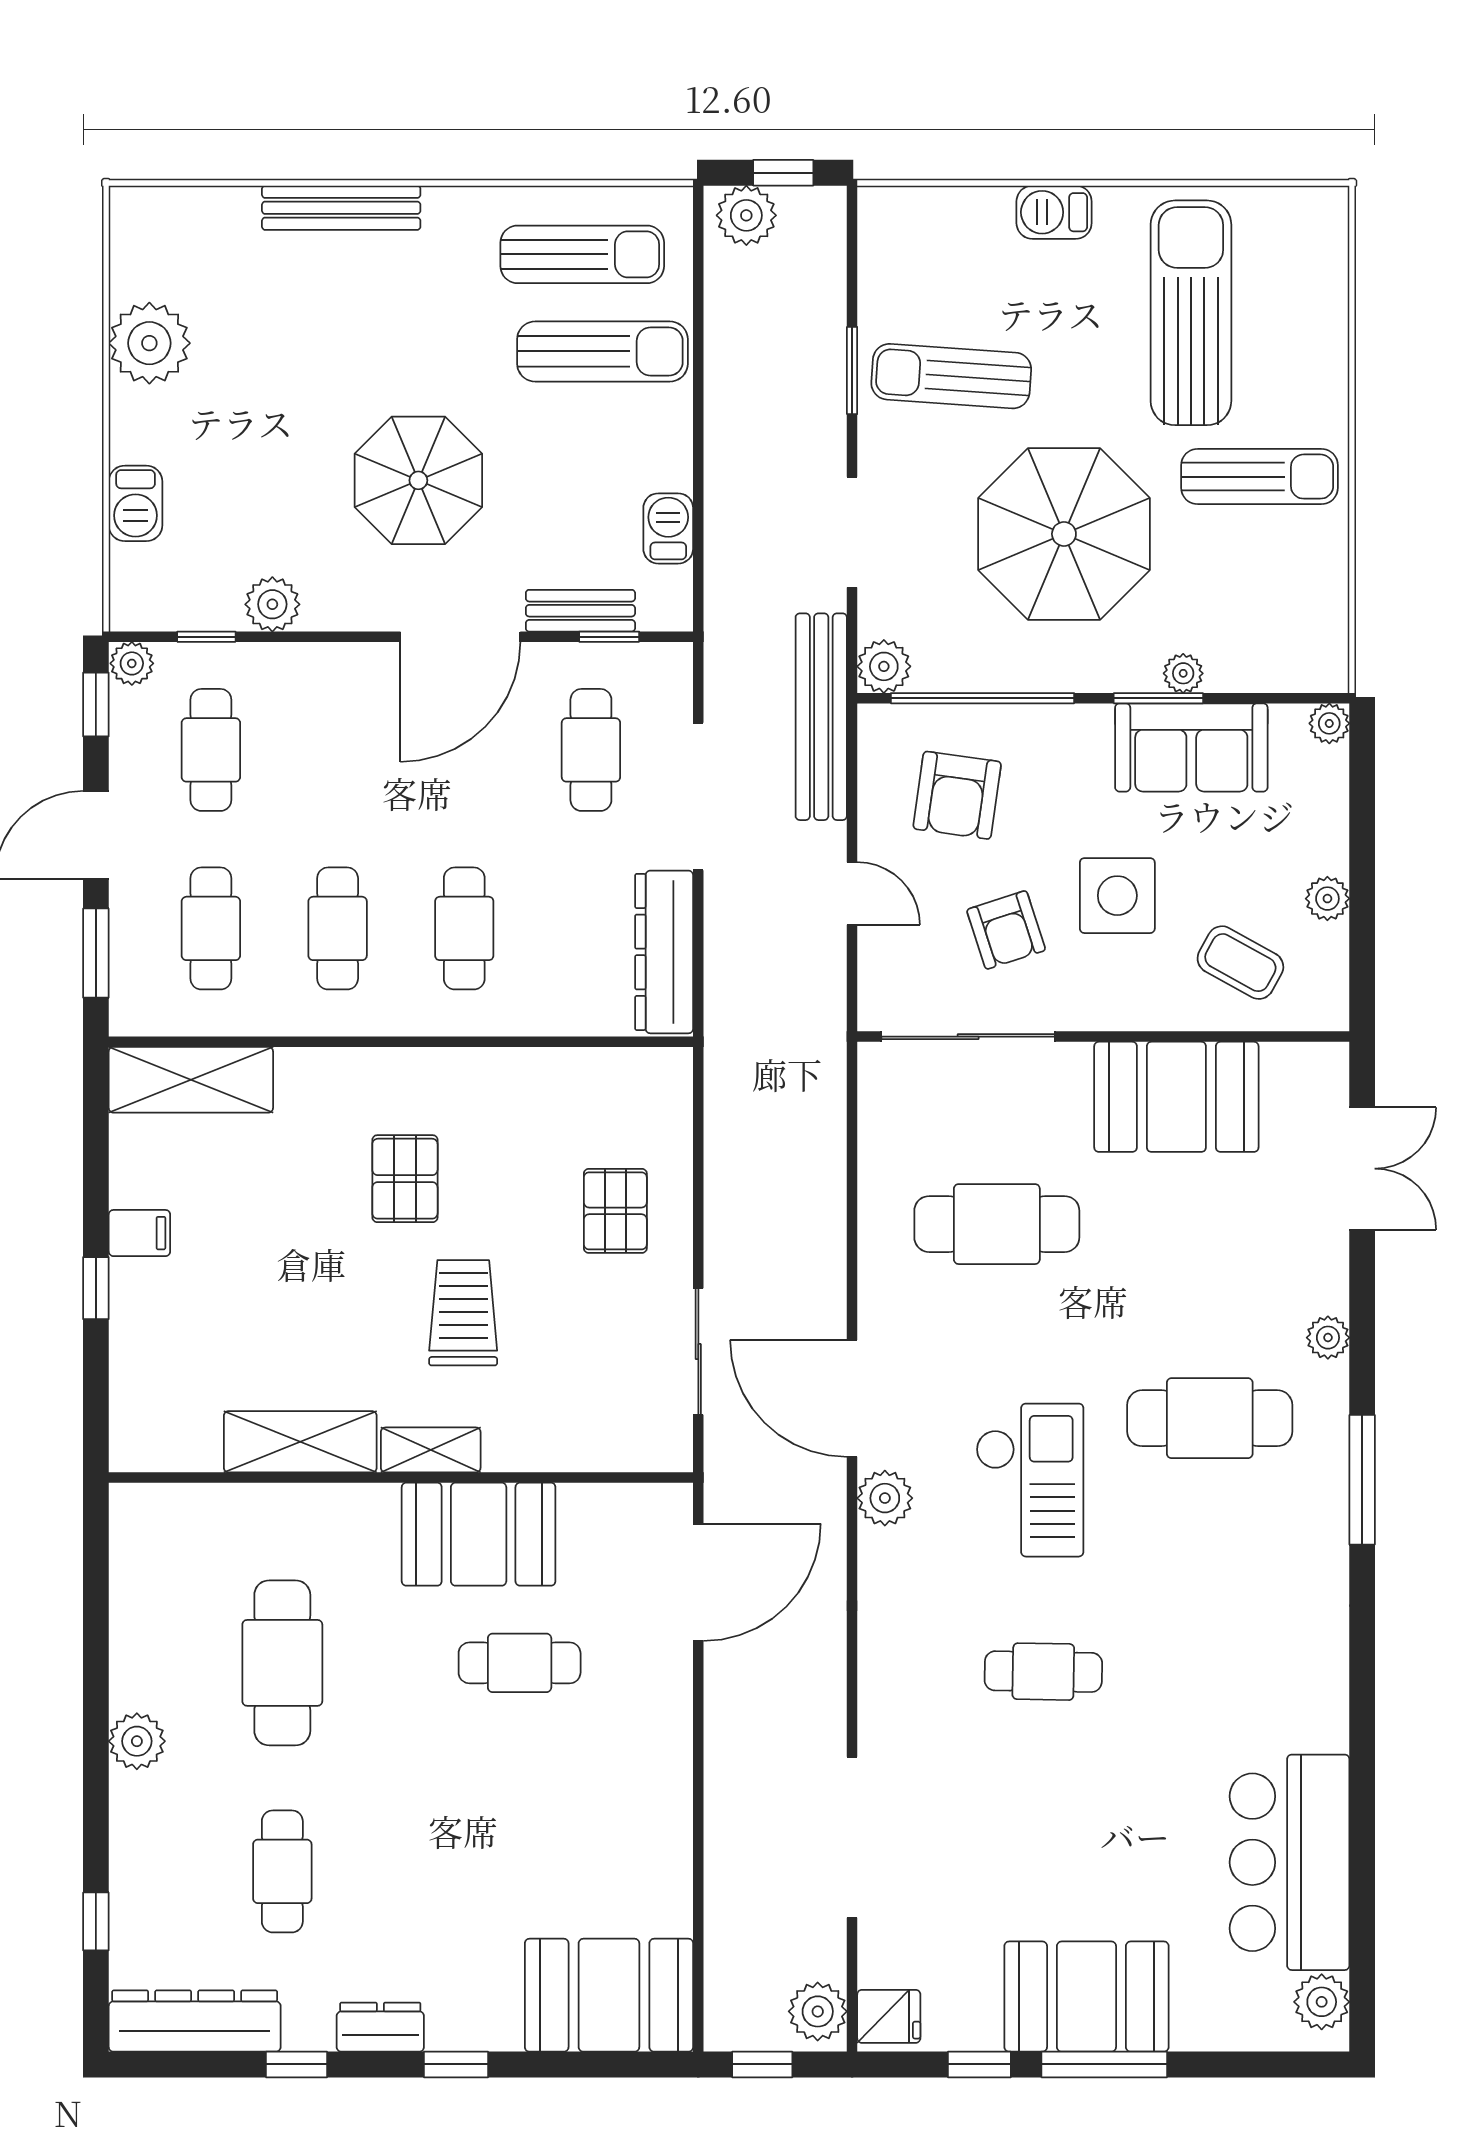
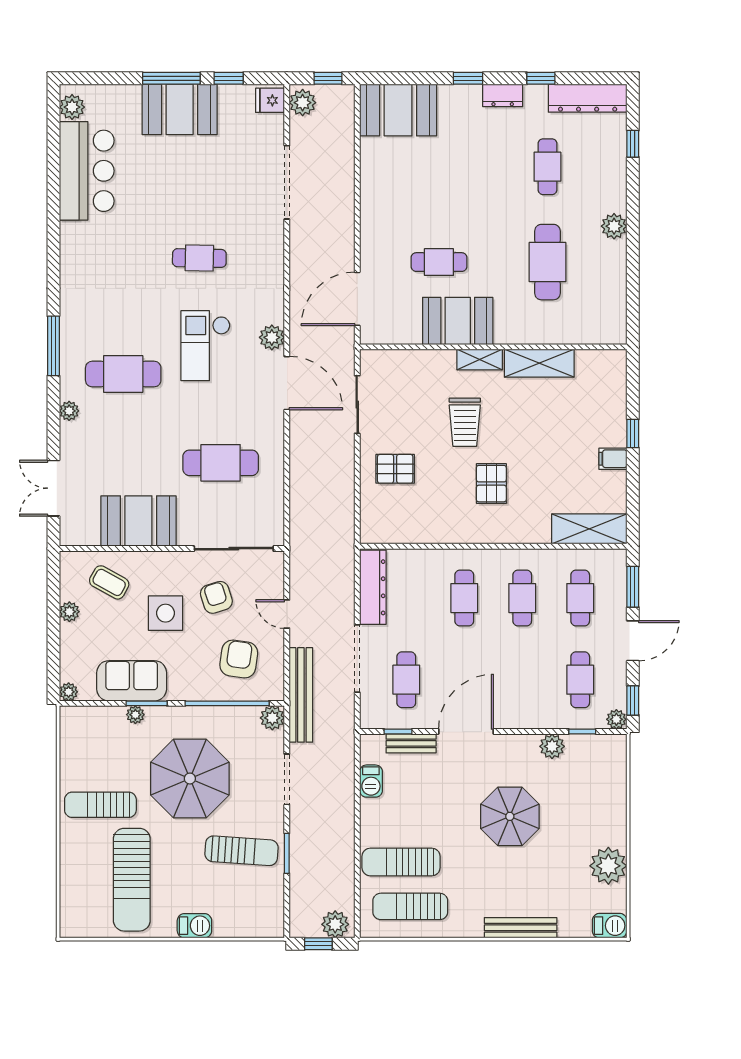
parasol: (418, 480) -> (510, 816), moved
barbecue: (136, 503) -> (610, 926), moved, turned 90
pallet: (615, 1211) -> (395, 469), turned 90

